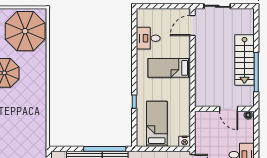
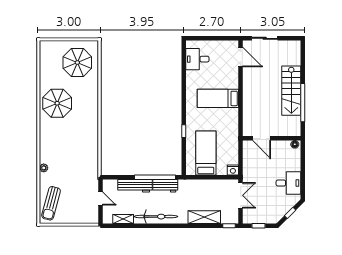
door: (192, 25) -> (241, 57), swing flipped
parasol: (25, 31) -> (77, 63), width x0.73, depth x0.73
desk: (148, 38) -> (197, 59), moved
door: (229, 109) -> (262, 138), moved

